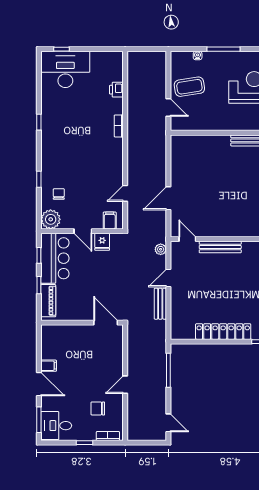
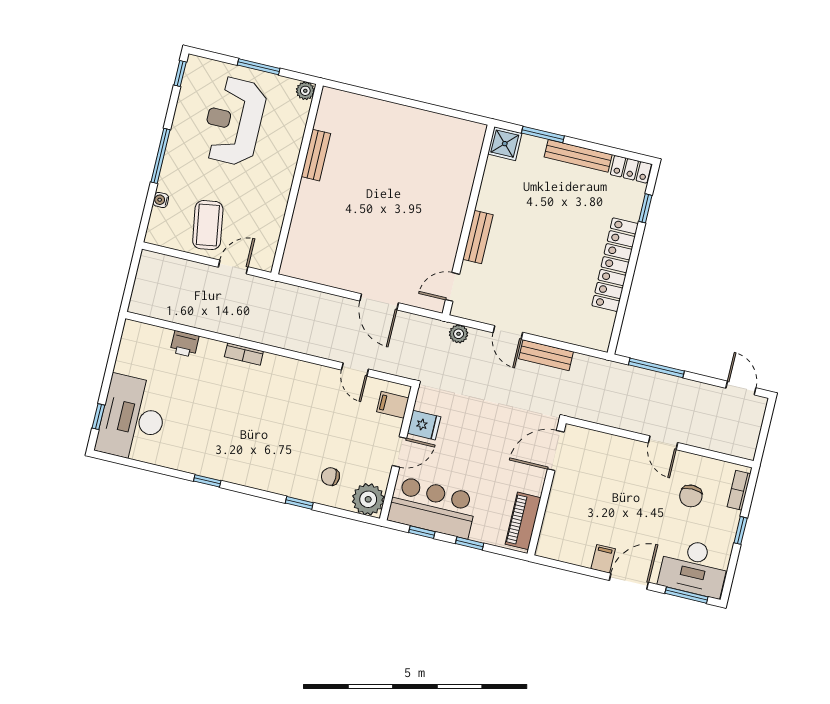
bench: (220, 247) -> (478, 237), width x0.73
piano: (48, 301) -> (523, 521), moved, turned -90
door: (168, 423) -> (741, 388), hinge flipped
desk: (56, 426) -> (694, 567), width x1.37

